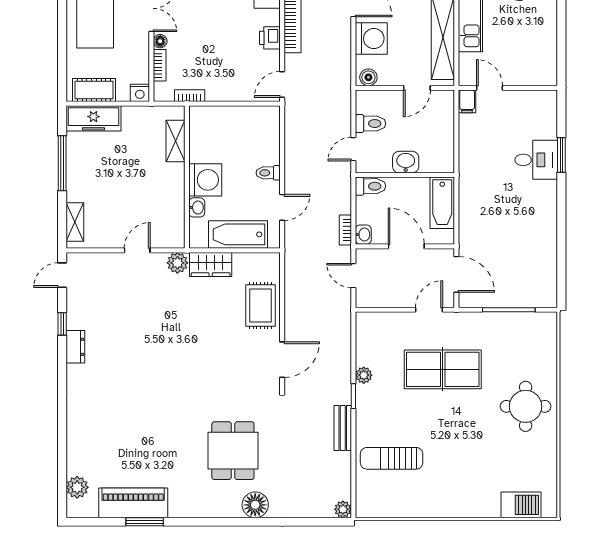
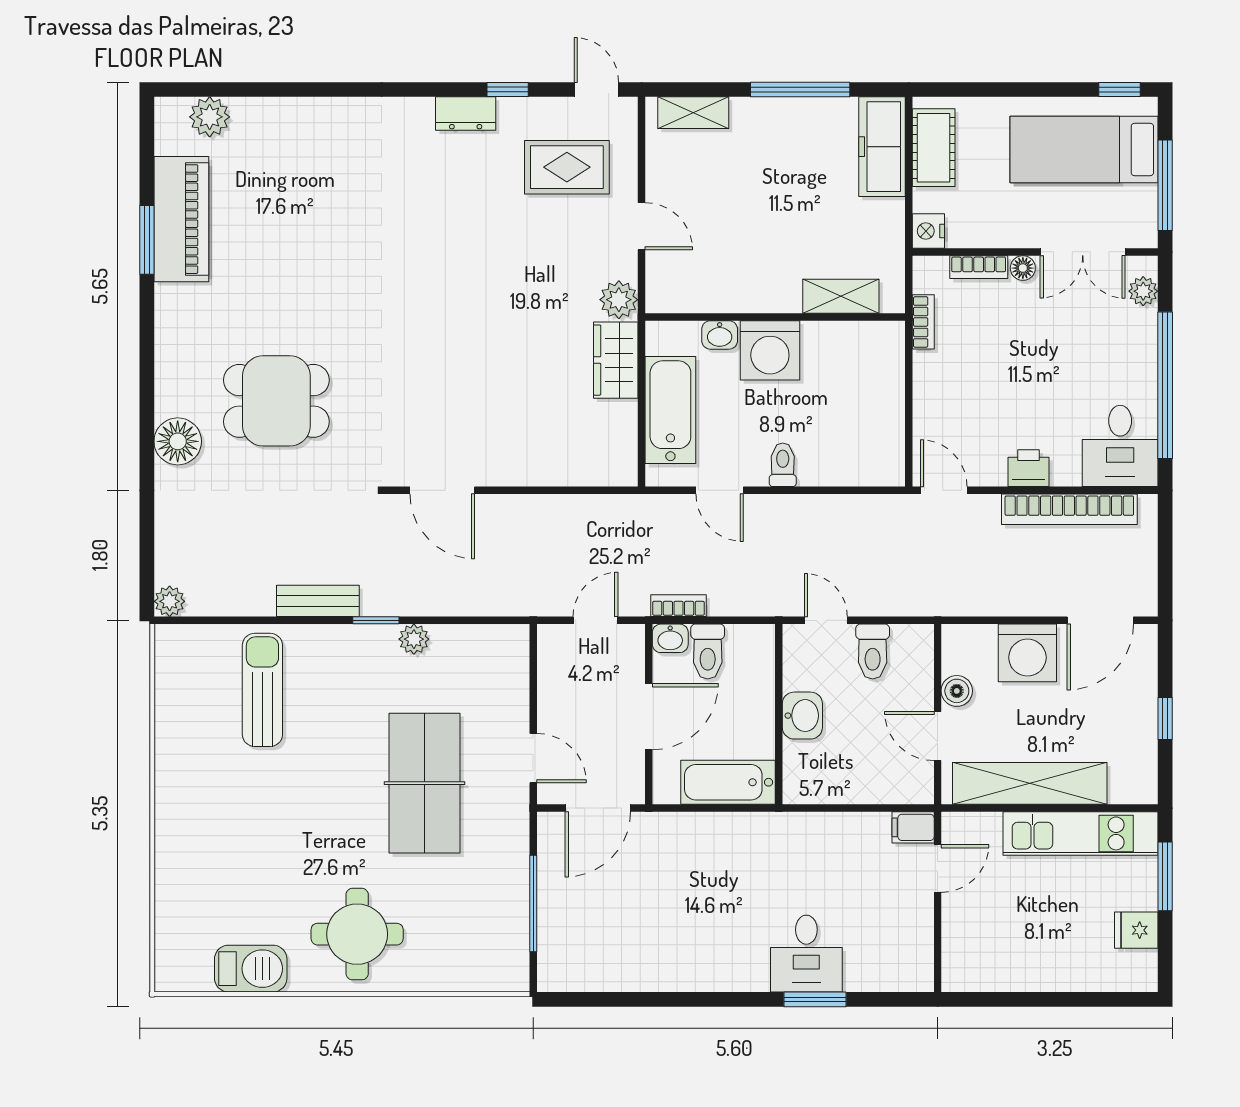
boiler: (368, 77) -> (957, 691), moved
toilet: (370, 186) -> (708, 651), moved
rug: (261, 305) -> (567, 167), moved
barbecue: (521, 505) -> (251, 969), moved, turned -90

